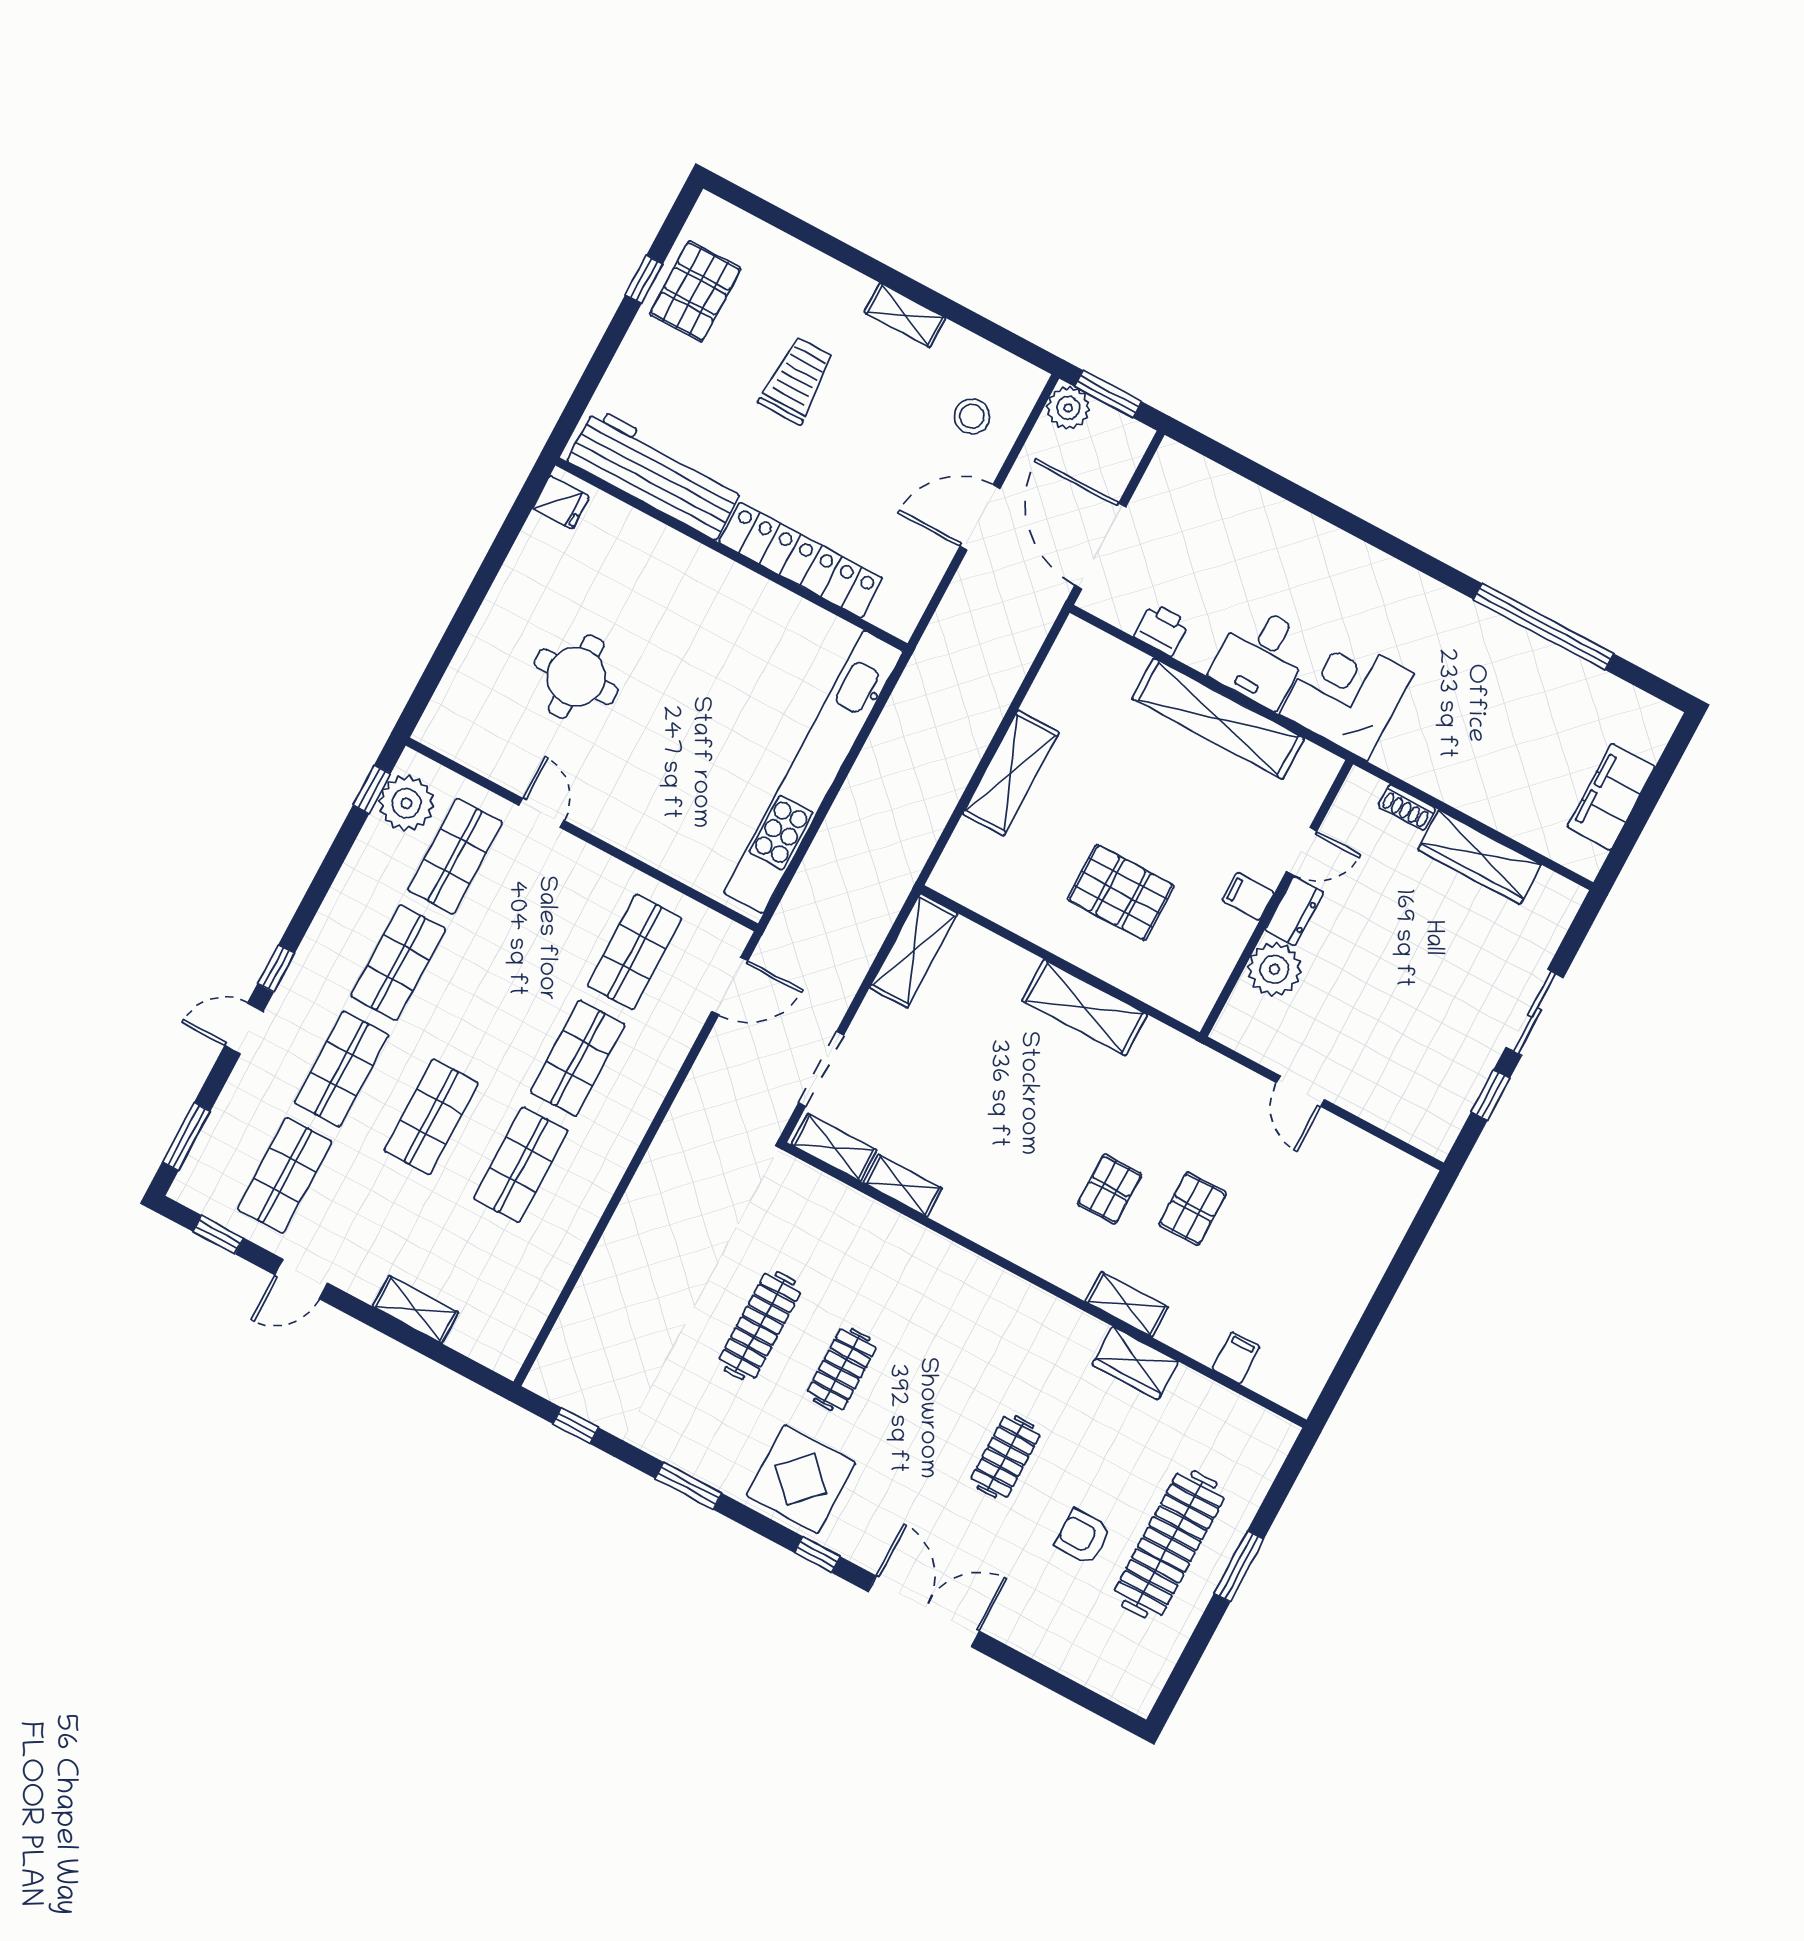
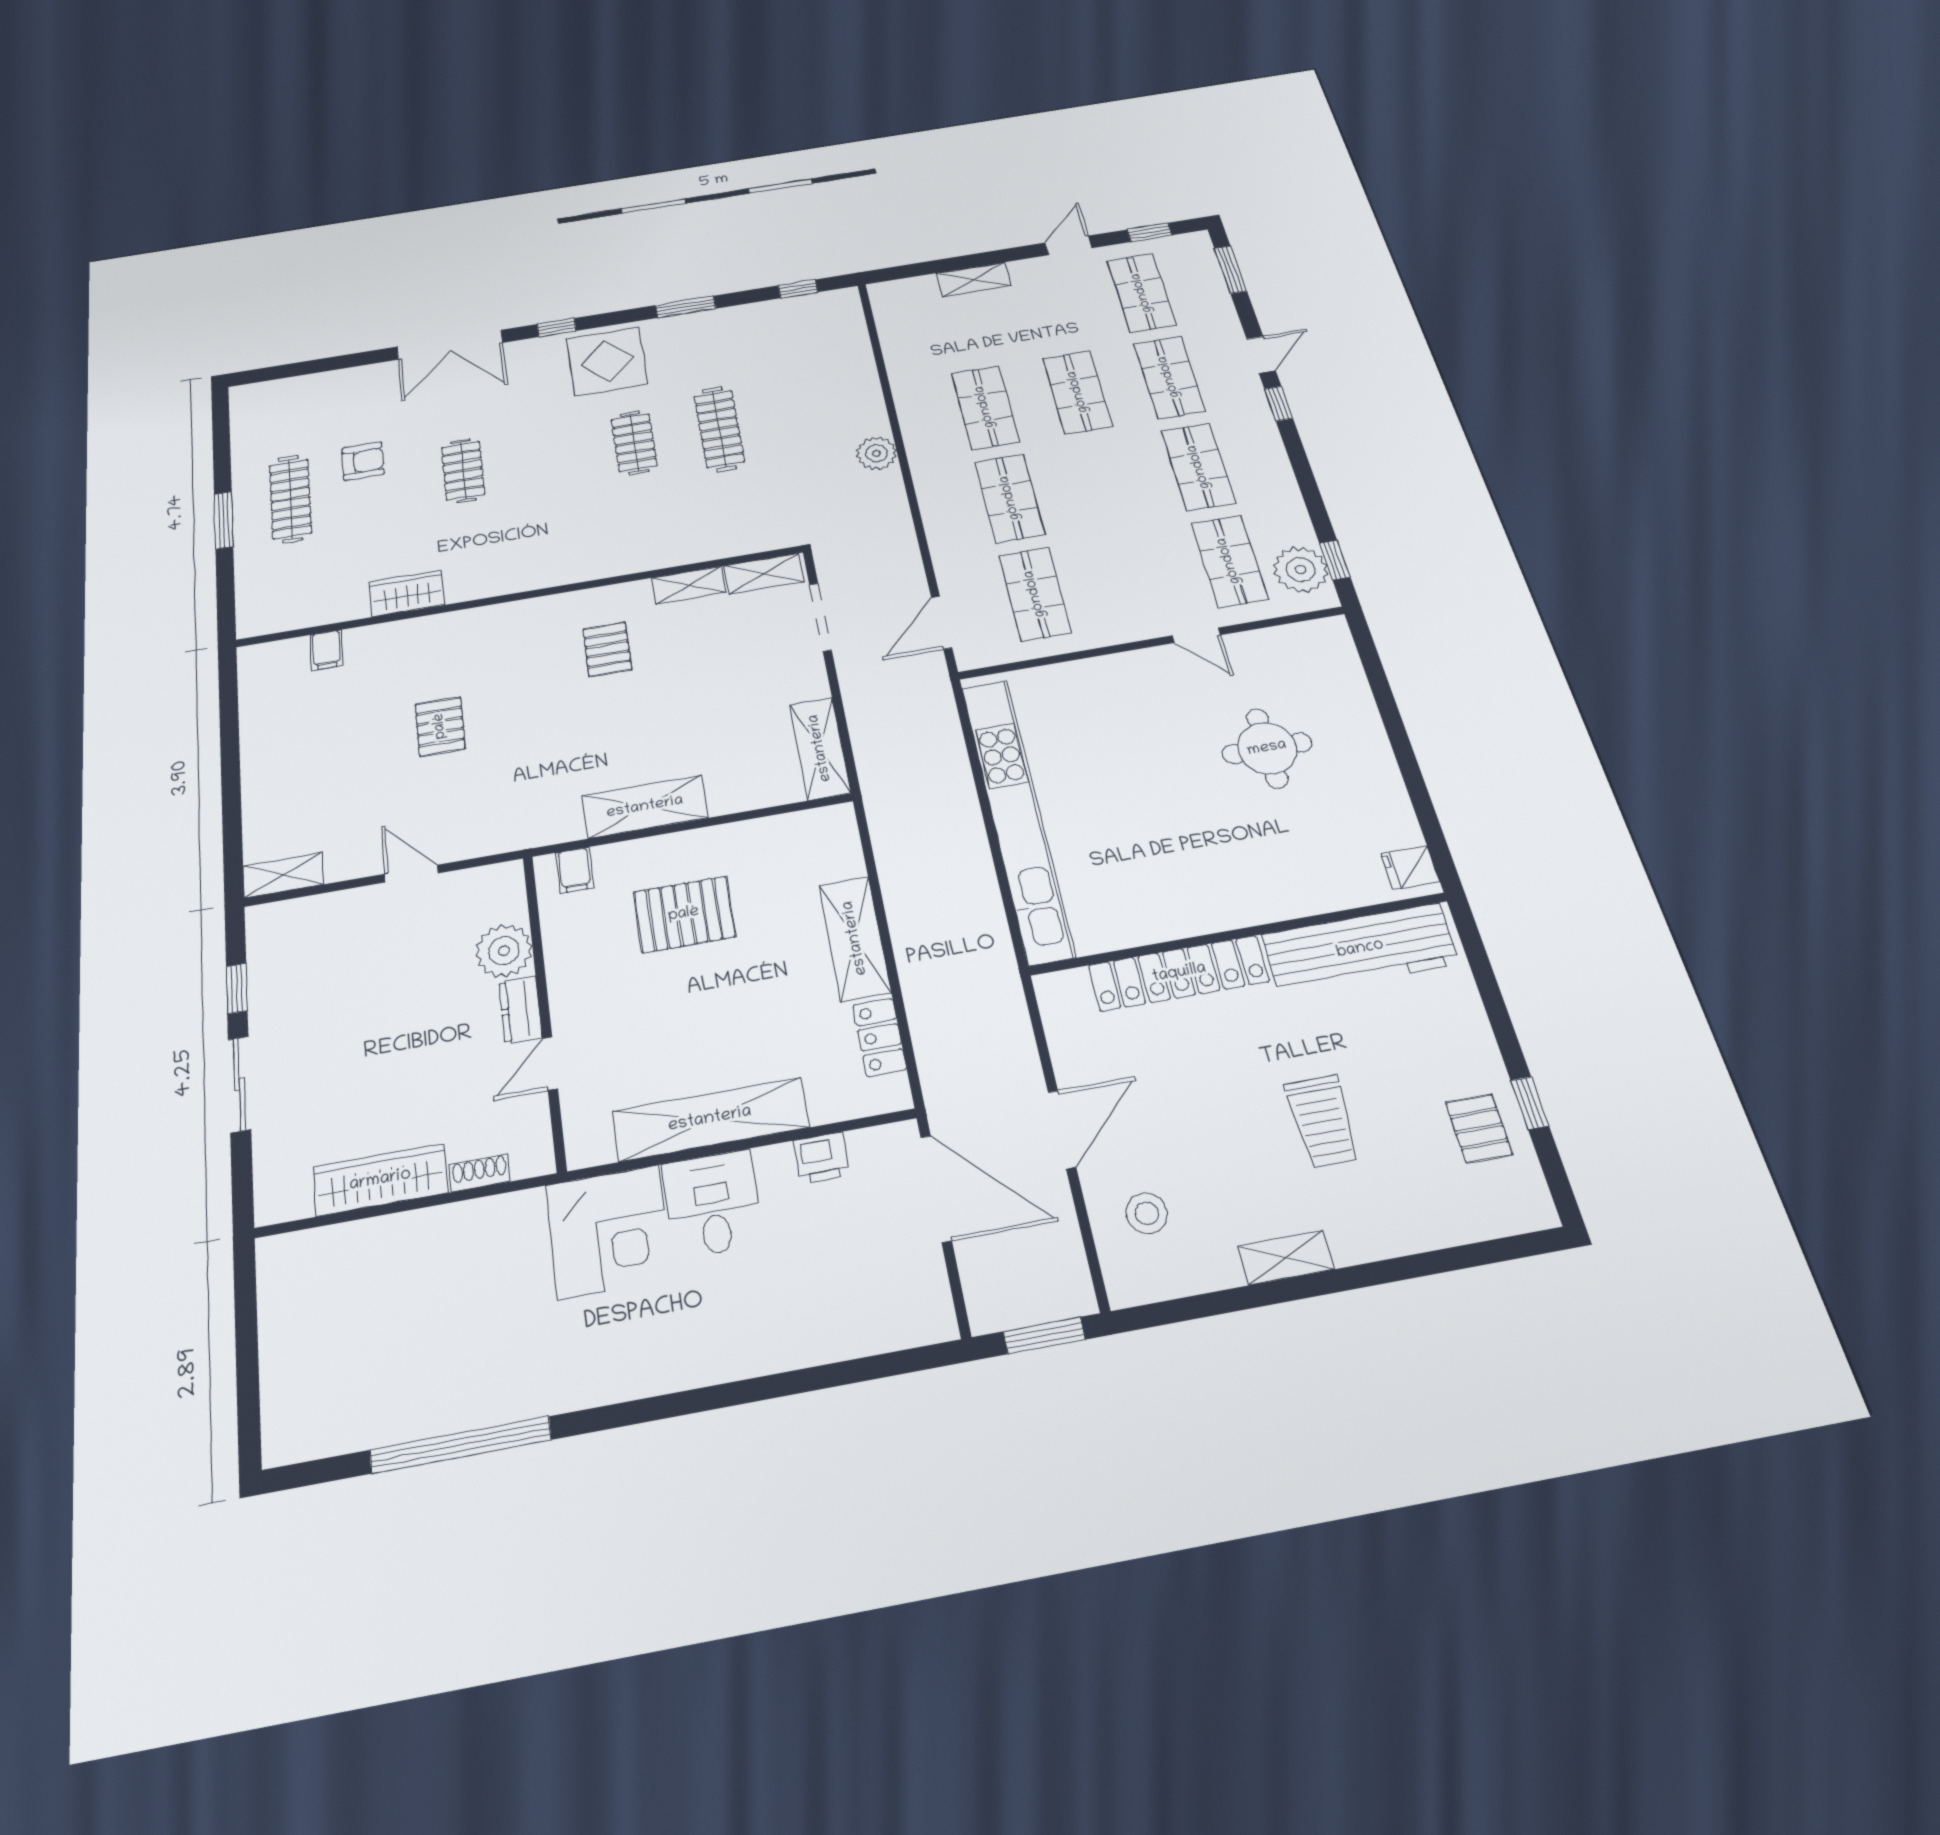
pallet: (695, 291) -> (1479, 1128), width x0.67, depth x0.71
plant: (1068, 408) -> (876, 453), moved
locker: (1053, 684) -> (880, 1037), added
filing cabinet: (1611, 797) -> (286, 1331), removed
filing cabinet: (1248, 896) -> (575, 870), moved, turned 90
pallet: (1110, 1189) -> (607, 649), moved
shelving: (1127, 1304) -> (283, 875), moved
clothes rail: (1169, 1544) -> (290, 499), width x0.73, depth x0.76

